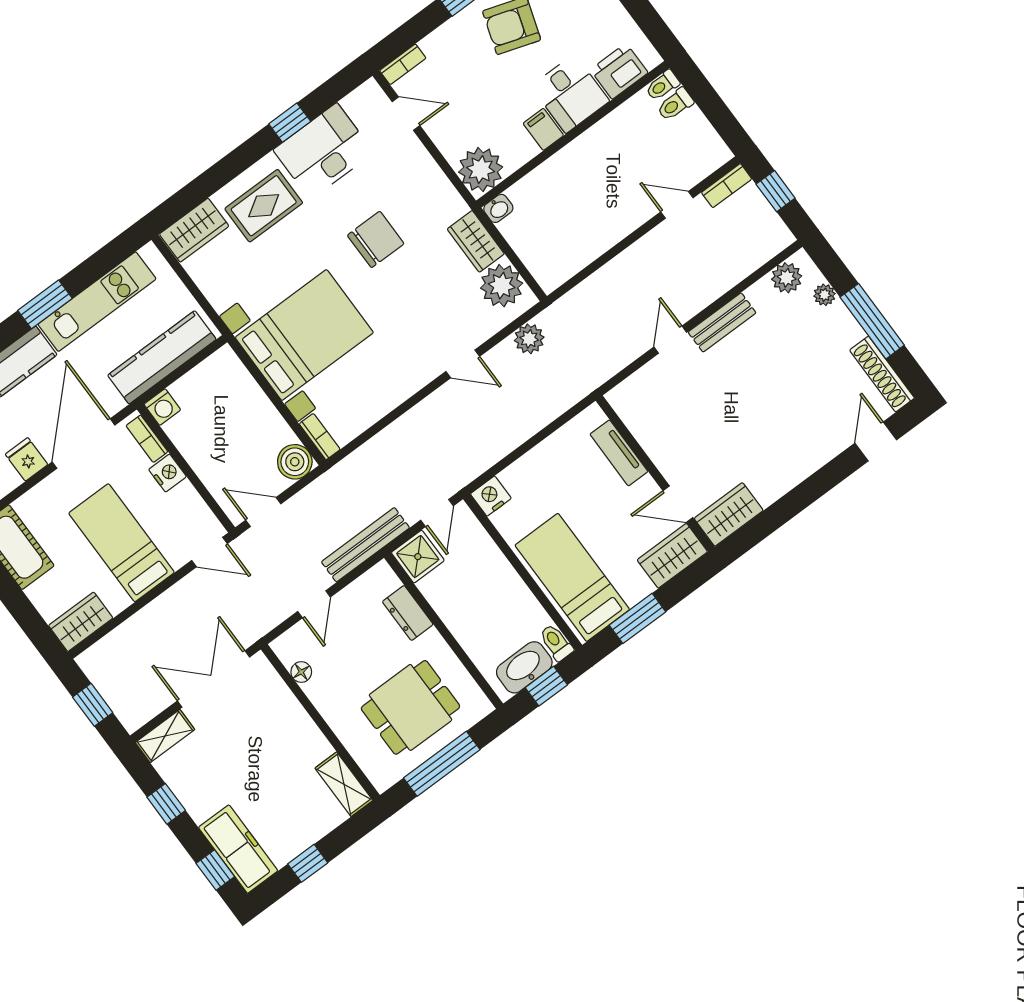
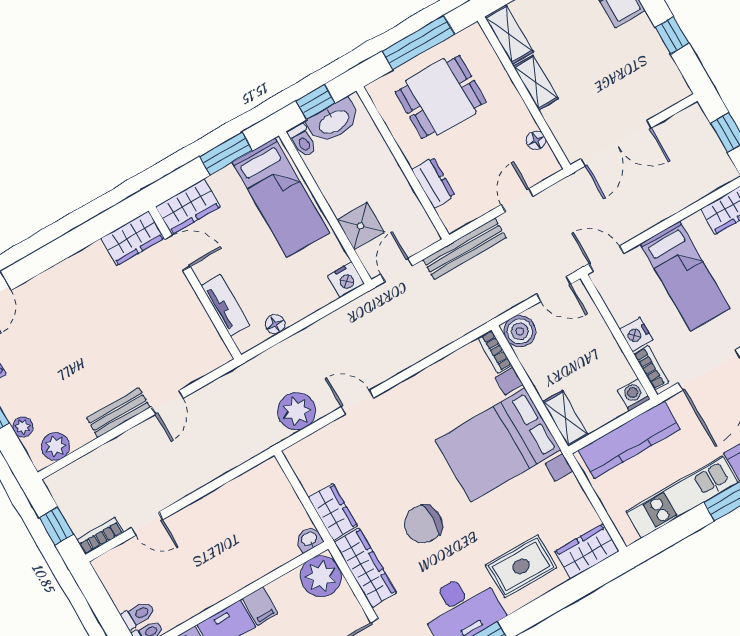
wardrobe: (433, 185) -> (365, 568), added
plant: (502, 286) -> (314, 469), removed
plant: (529, 339) -> (297, 411), width x1.36, depth x1.36
shelving: (234, 373) -> (565, 418), added
floor lamp: (562, 438) -> (275, 324), added
shower: (418, 557) -> (360, 226), moved
shelving: (165, 736) -> (536, 83), moved, turned 90

